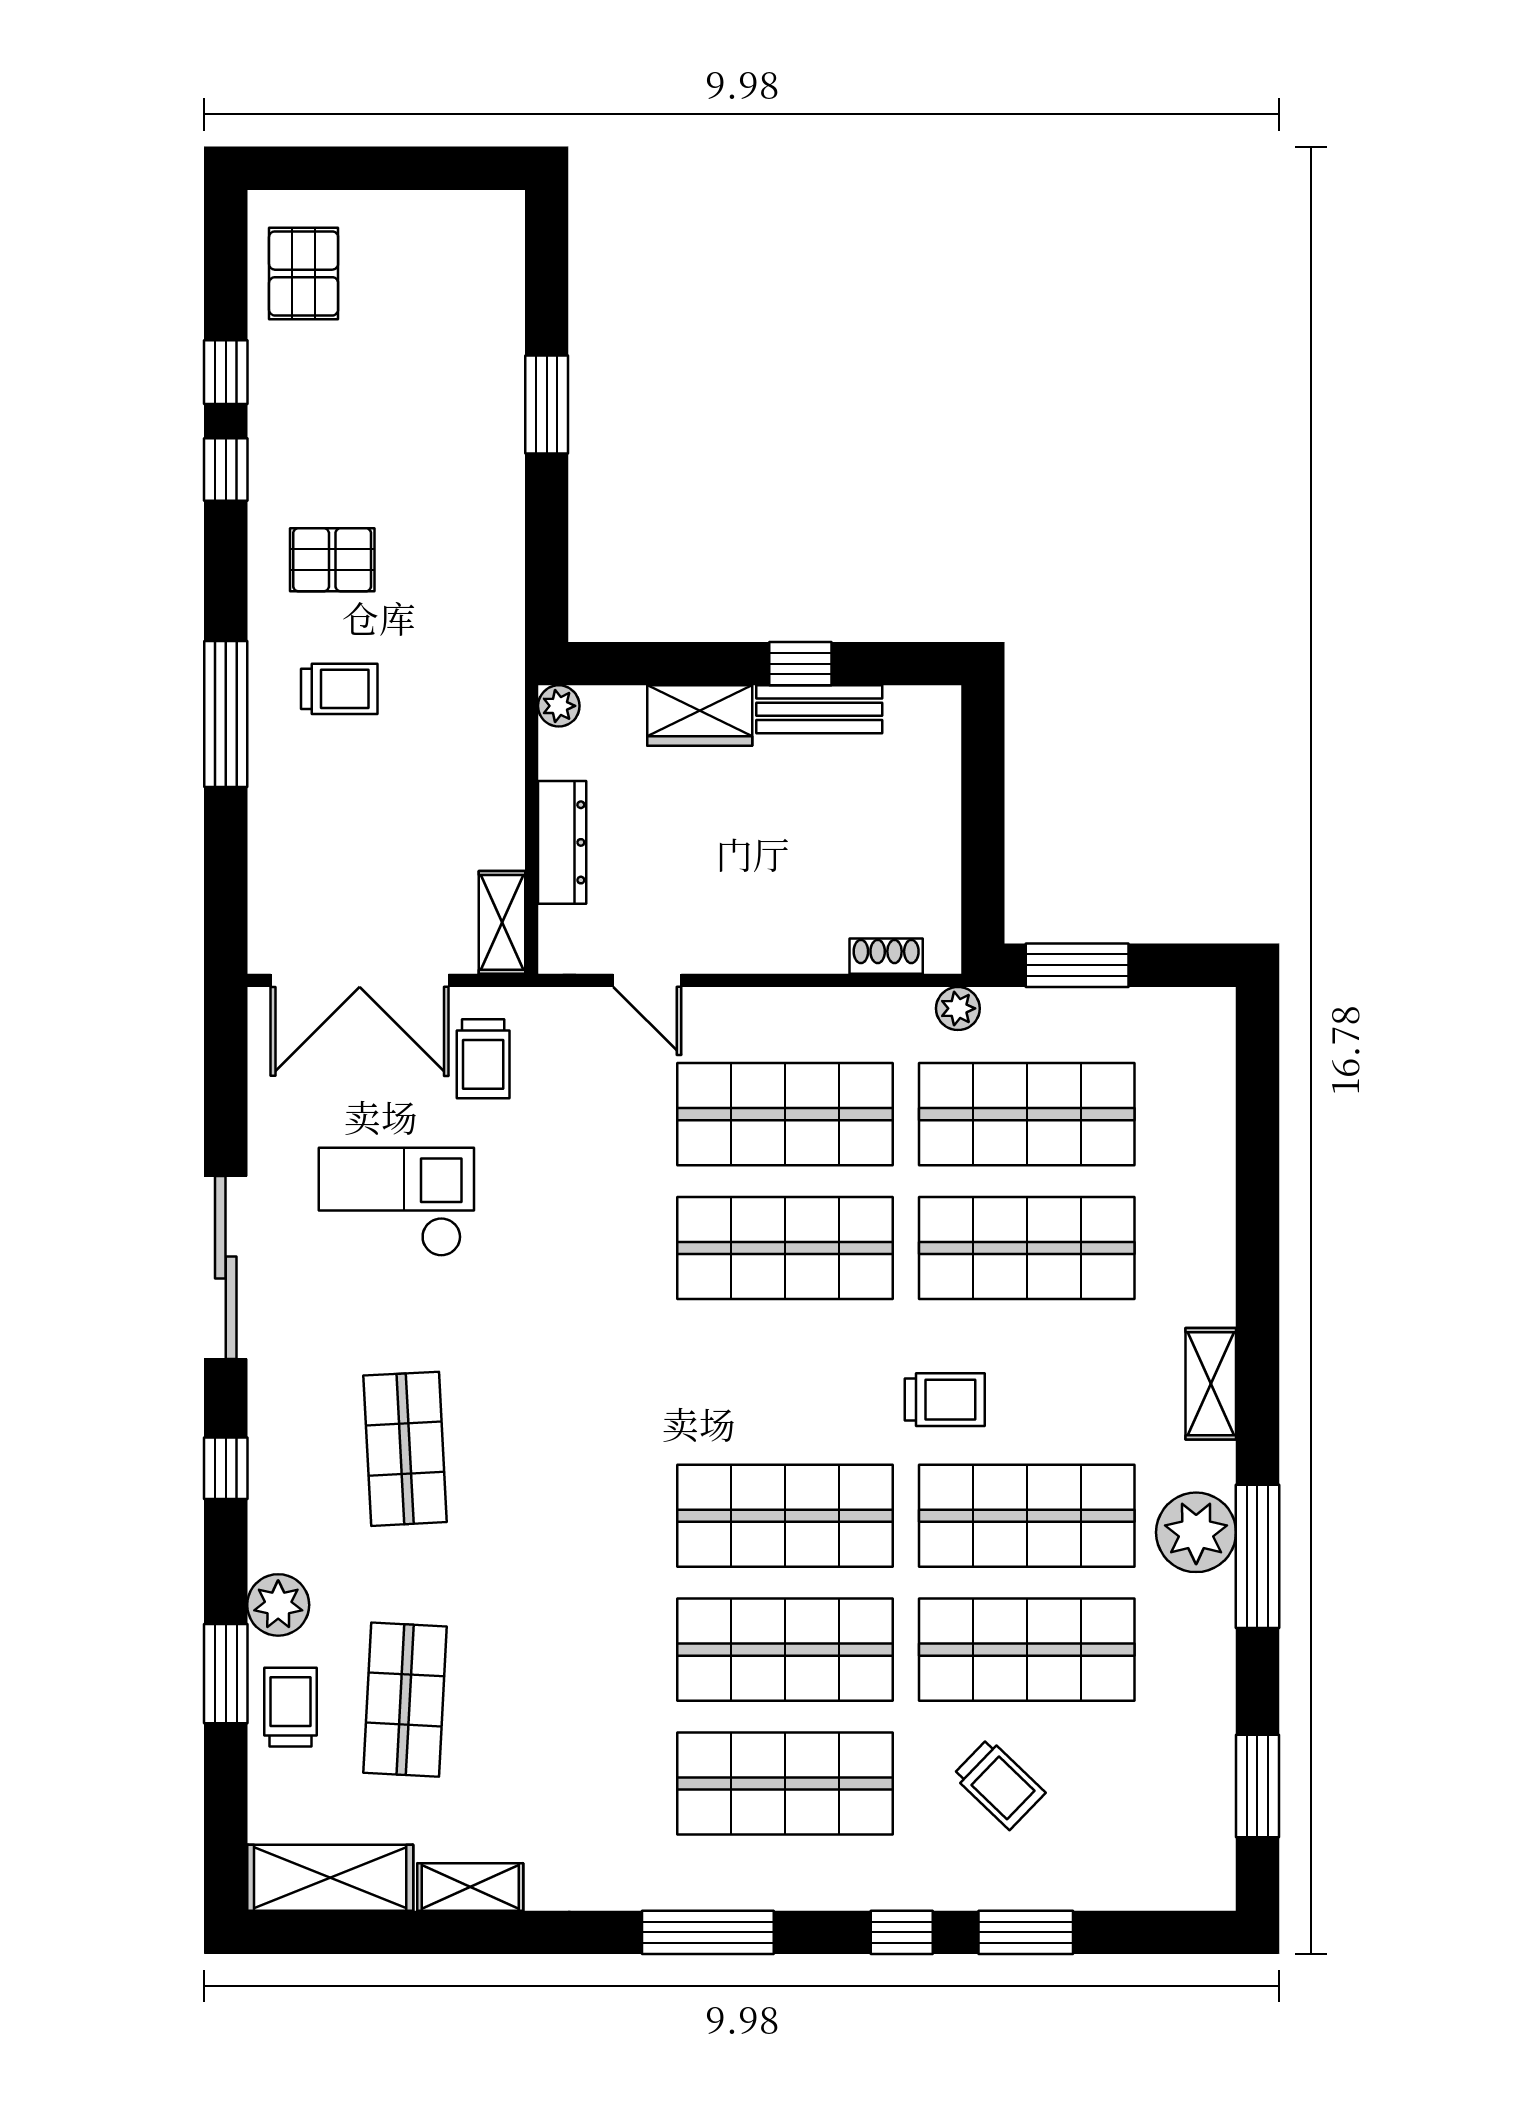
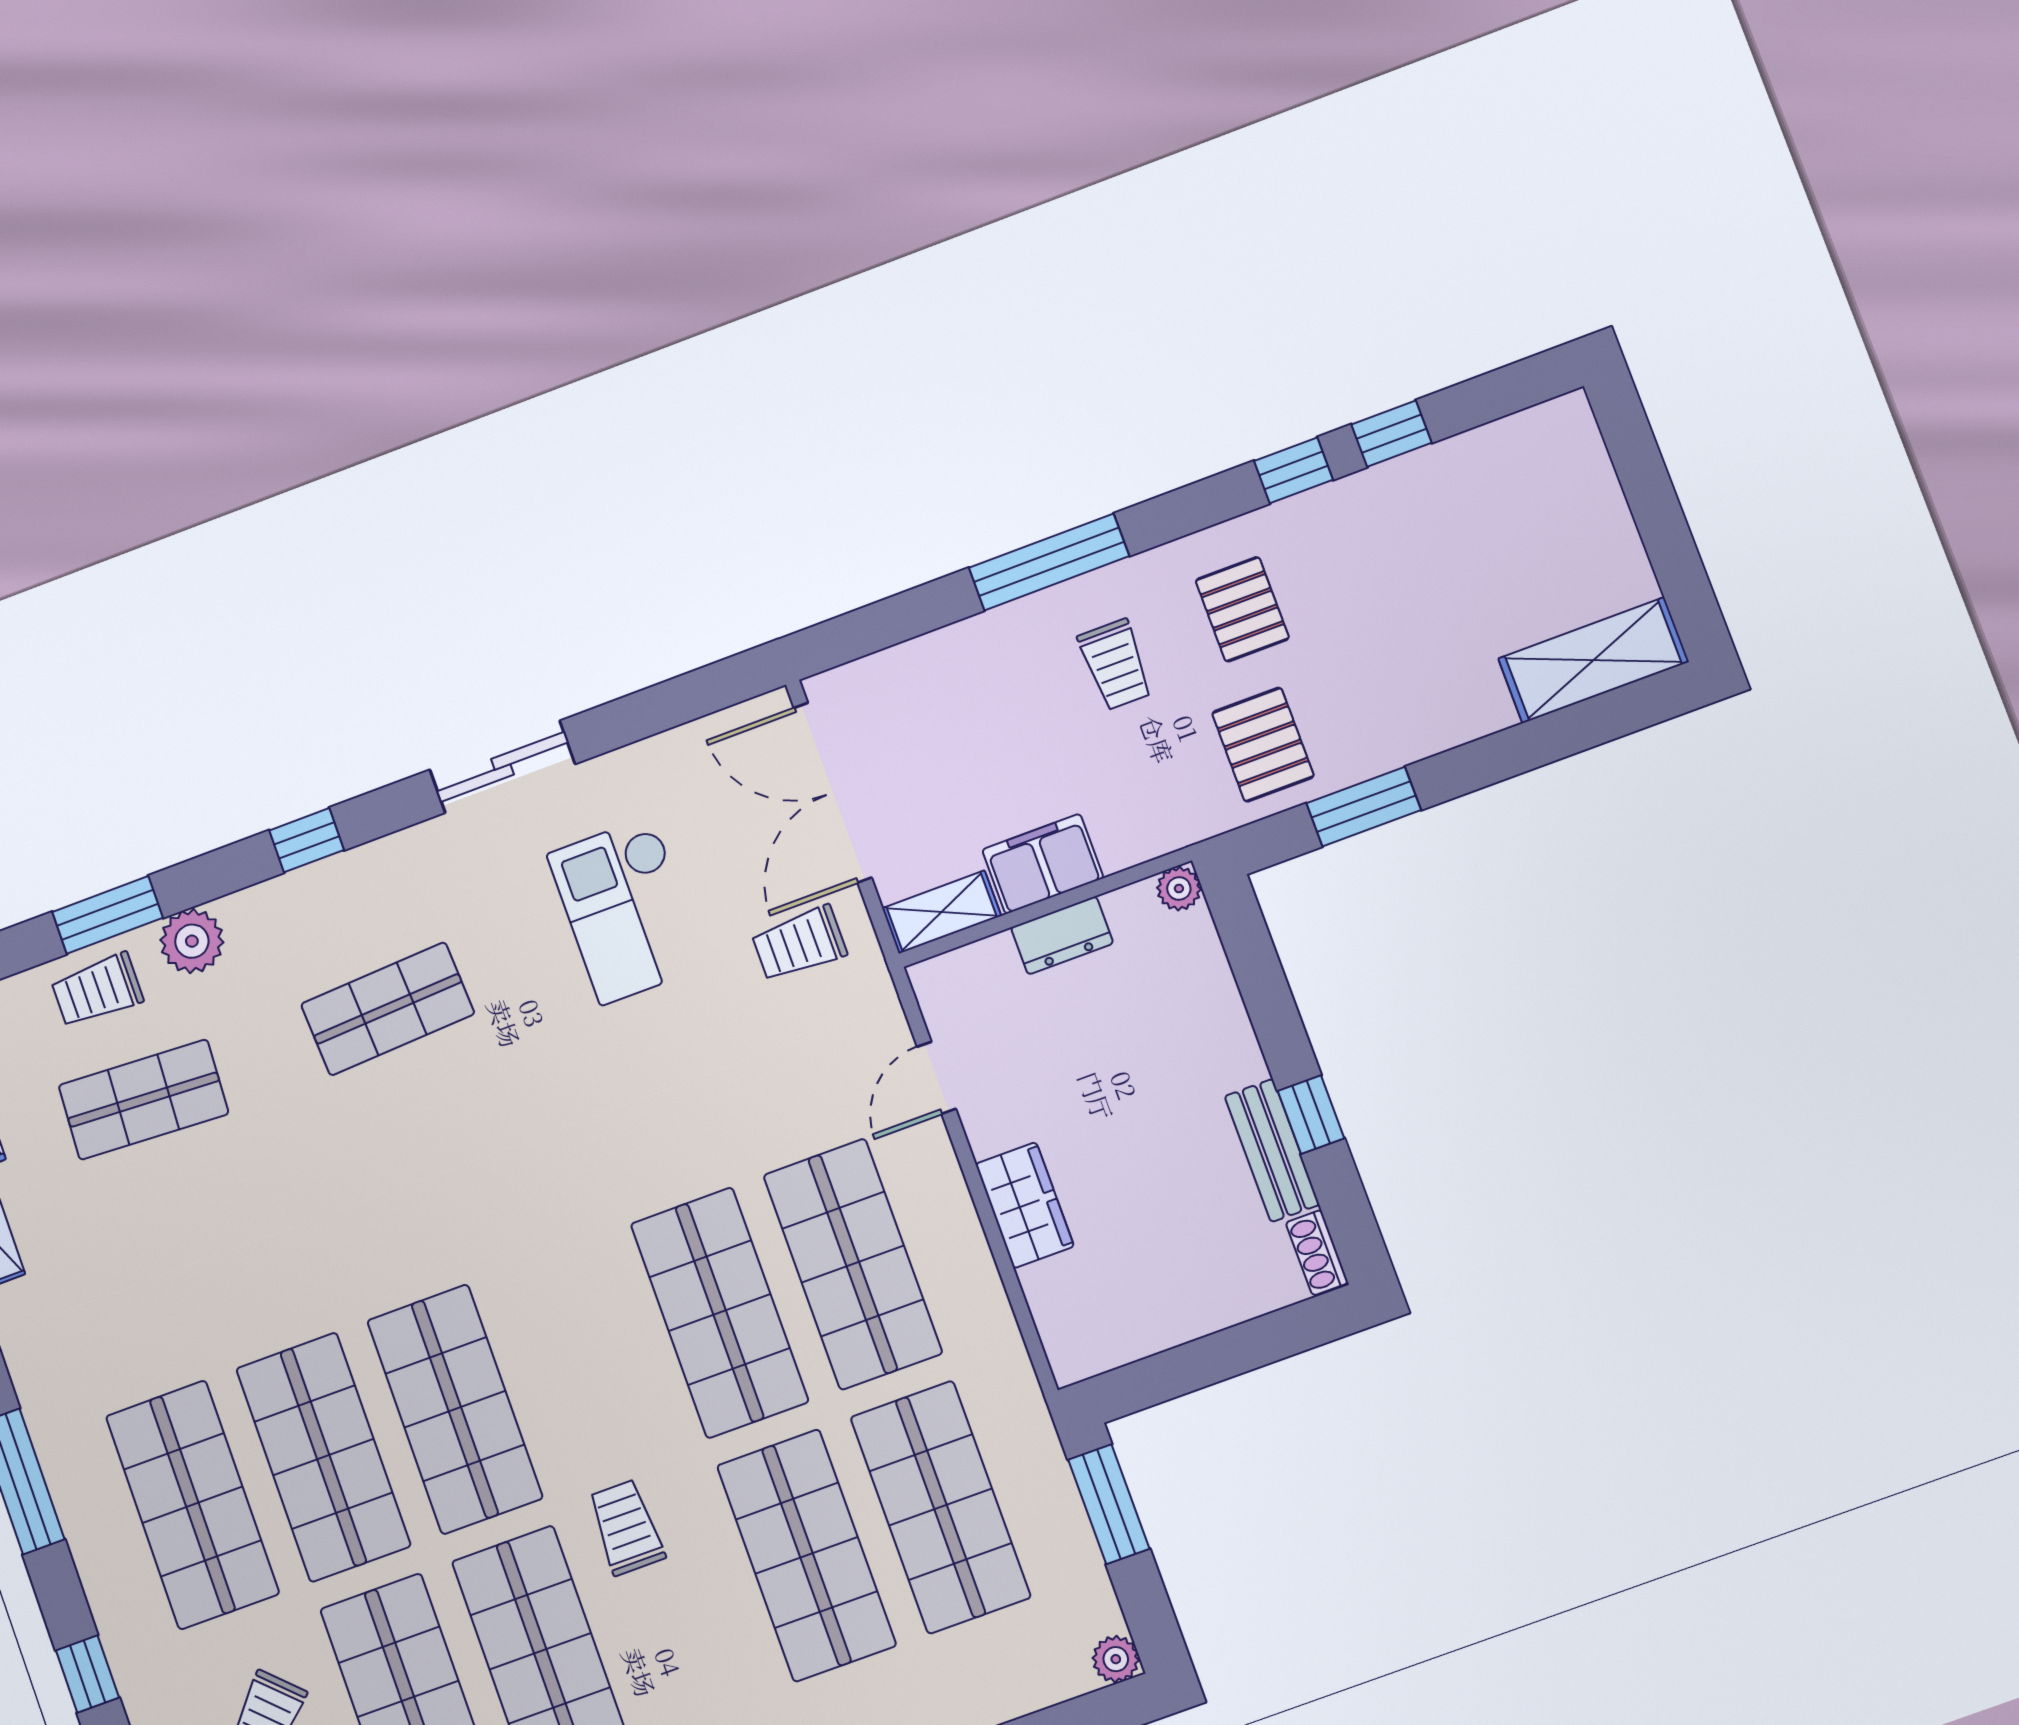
shelving: (492, 272) -> (1593, 660), added
pallet: (304, 273) -> (1263, 745), moved, turned 90
window: (547, 405) -> (1364, 807), moved
wardrobe: (700, 716) -> (1025, 1205), moved, turned 180
filing cabinet: (492, 818) -> (1043, 864), added
dresser: (562, 842) -> (1062, 935), width x0.70
shoe rack: (886, 956) -> (1317, 1253), moved, turned 180
plant: (958, 1008) -> (1116, 1659), moved
checkout: (396, 1202) -> (627, 910), turned 180
sliding door: (226, 1268) -> (502, 767), width x0.73
trolley: (945, 1400) -> (626, 1527), turned 180
trolley: (291, 1707) -> (97, 990), turned 180

